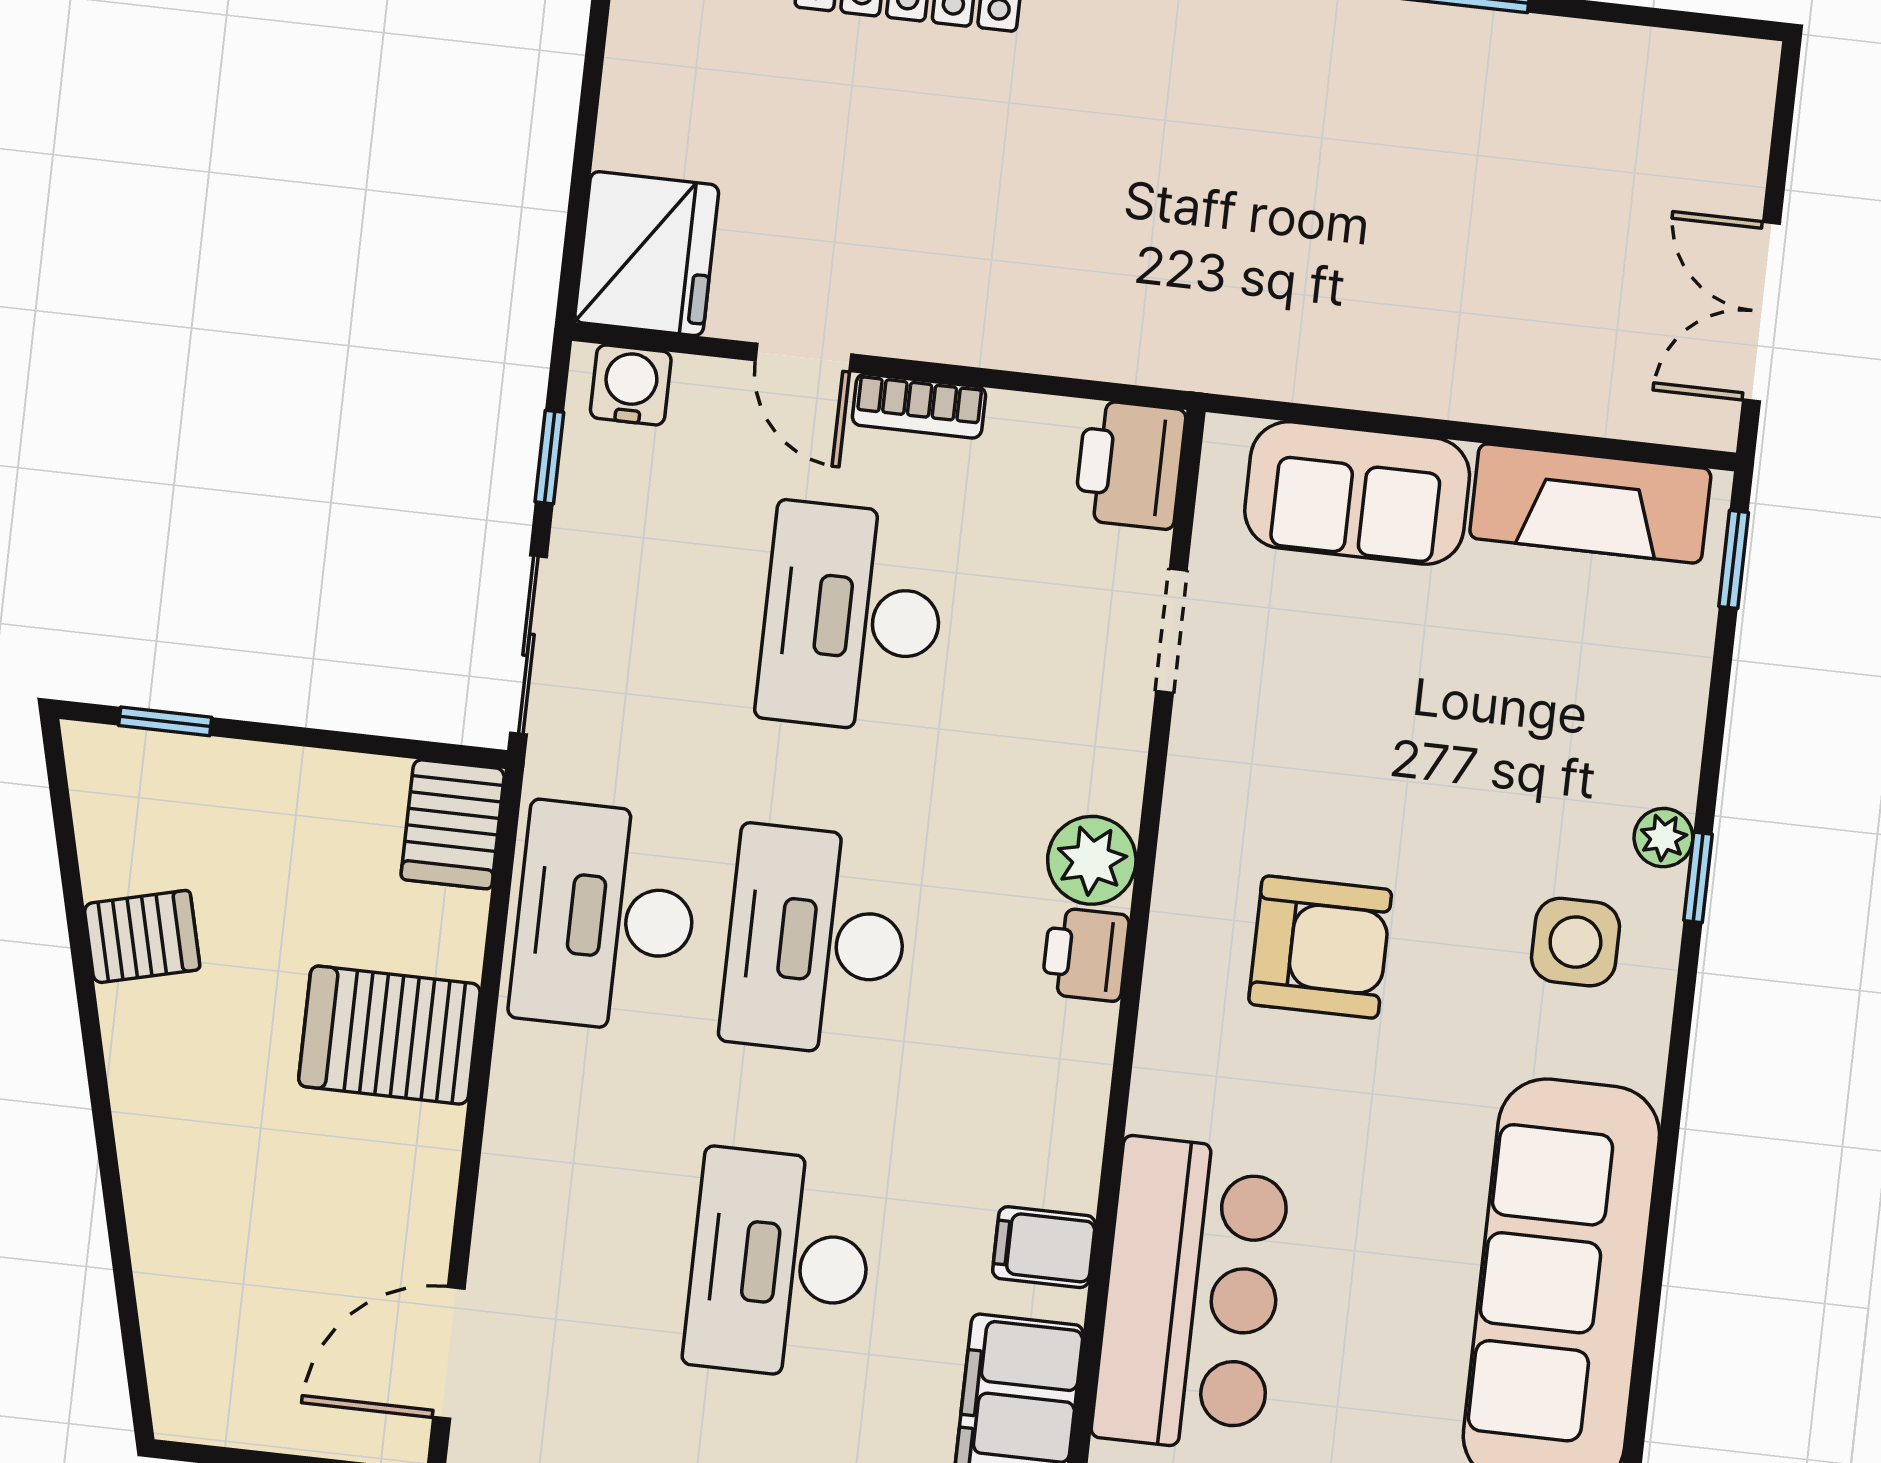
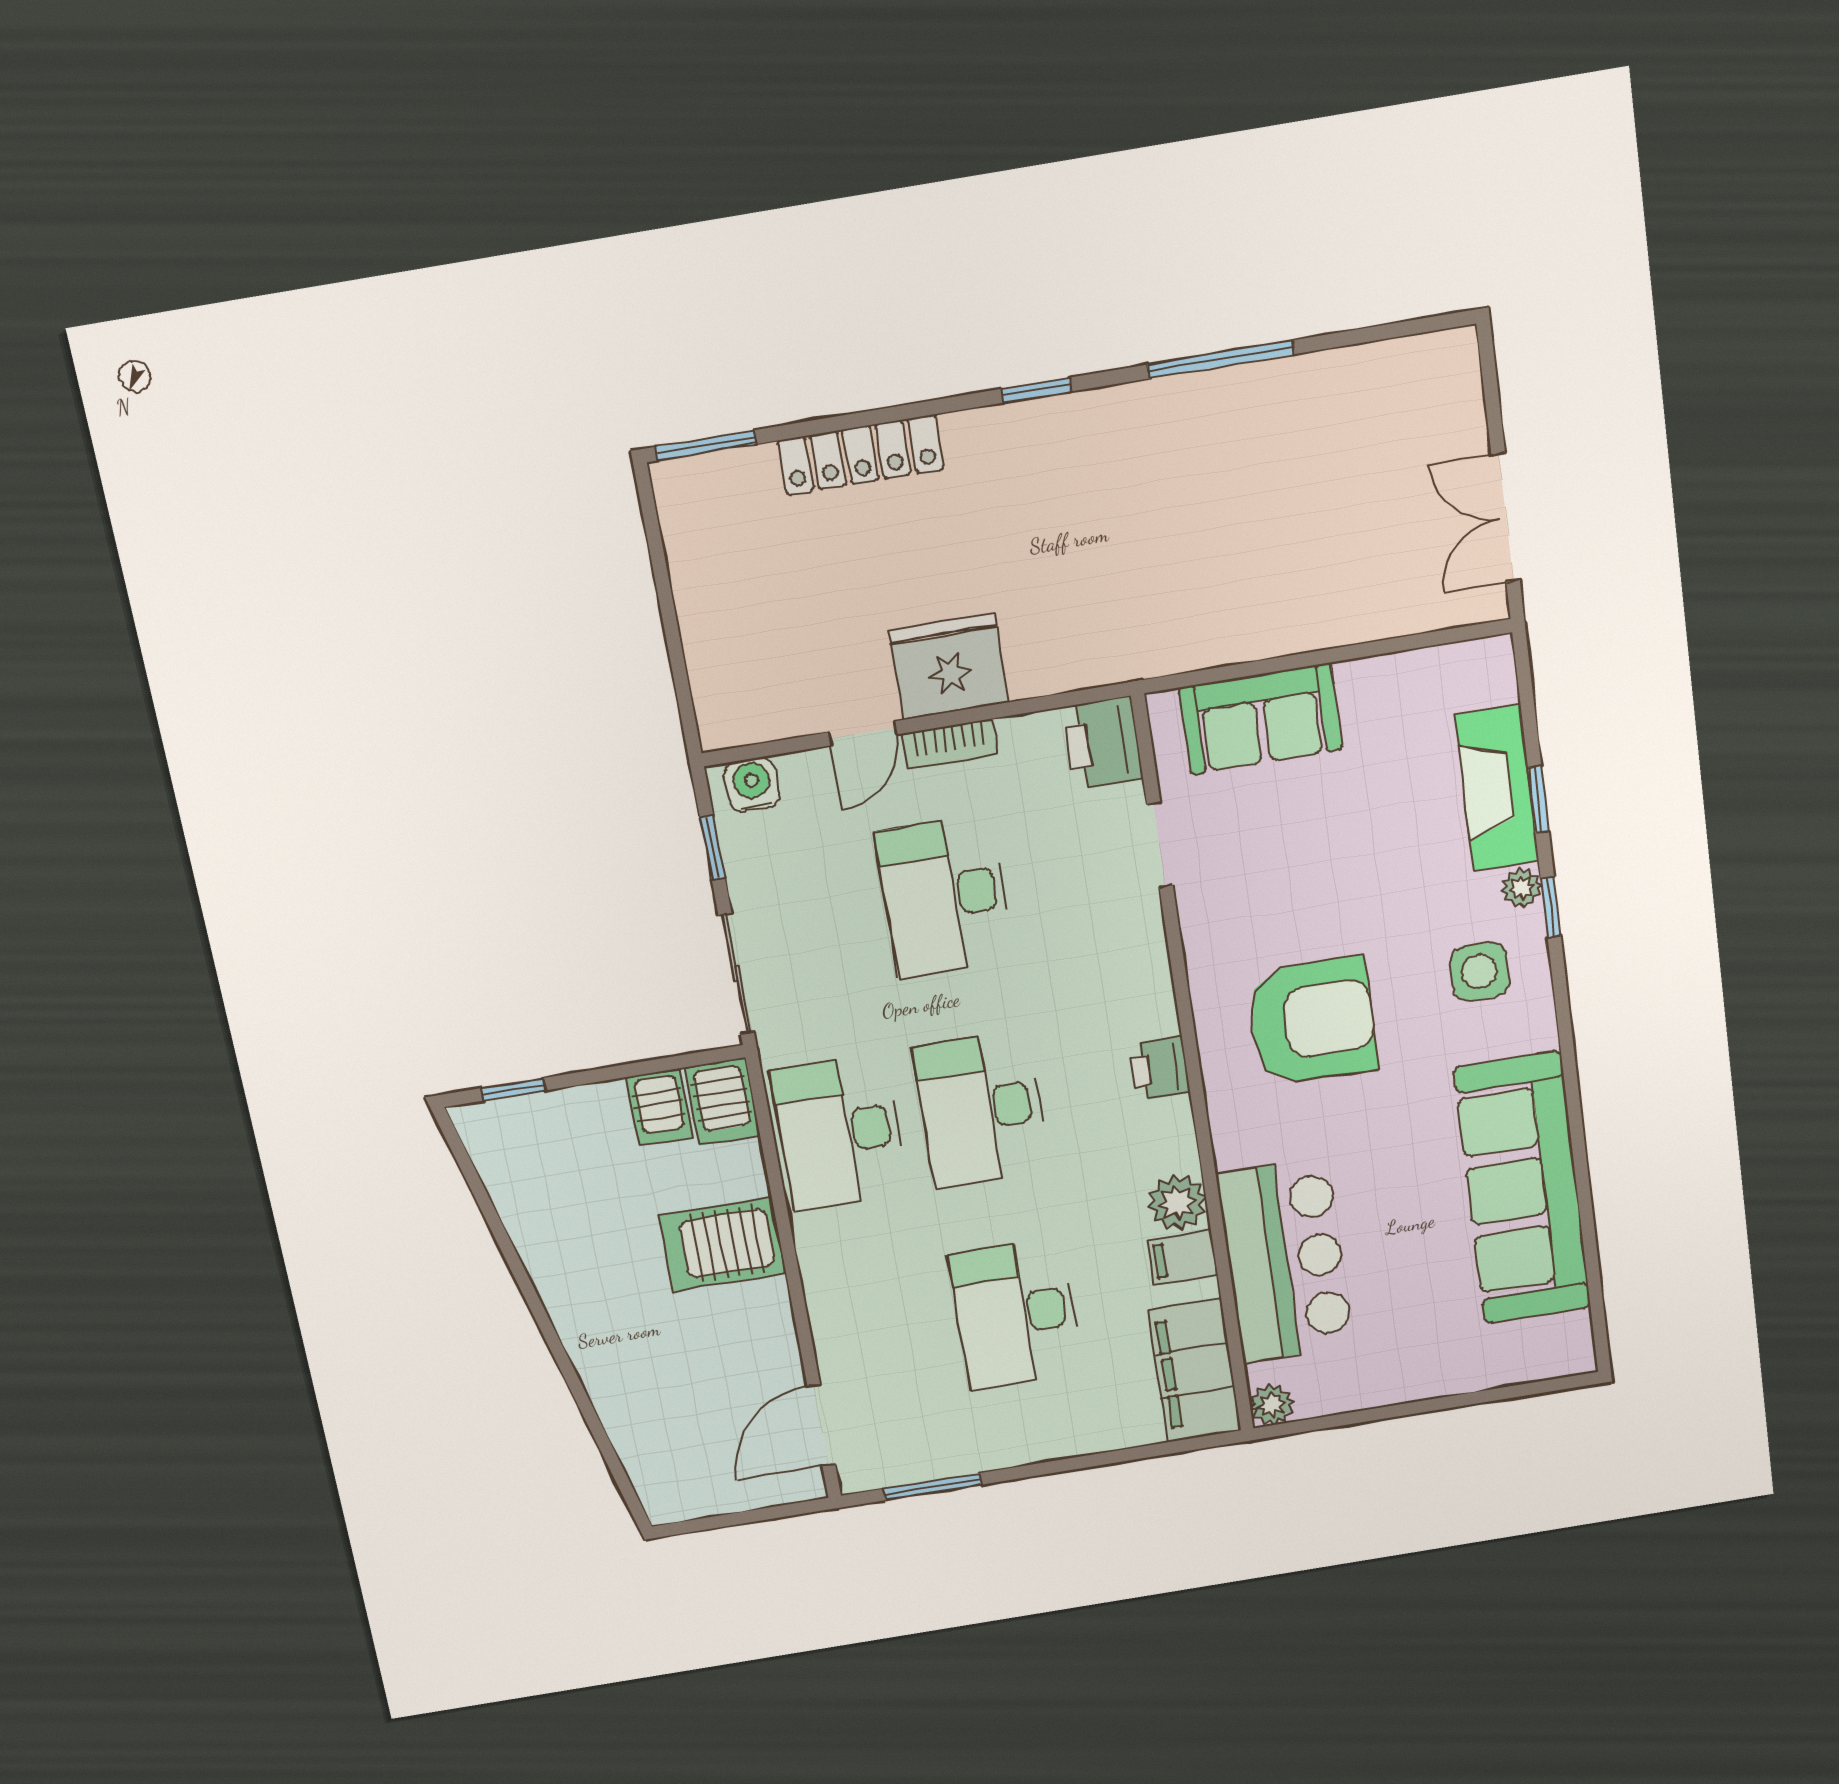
fridge: (647, 254) -> (949, 666), moved, turned -90
door: (803, 357) -> (863, 733), hinge flipped
fireplace: (1590, 503) -> (1497, 788), moved, turned 90
window: (1734, 559) -> (1538, 800), moved
plant: (1092, 860) -> (1177, 1202), moved
server rack: (142, 937) -> (659, 1107), moved, turned 104
armchair: (1320, 947) -> (1312, 1021), width x1.36, depth x1.36

